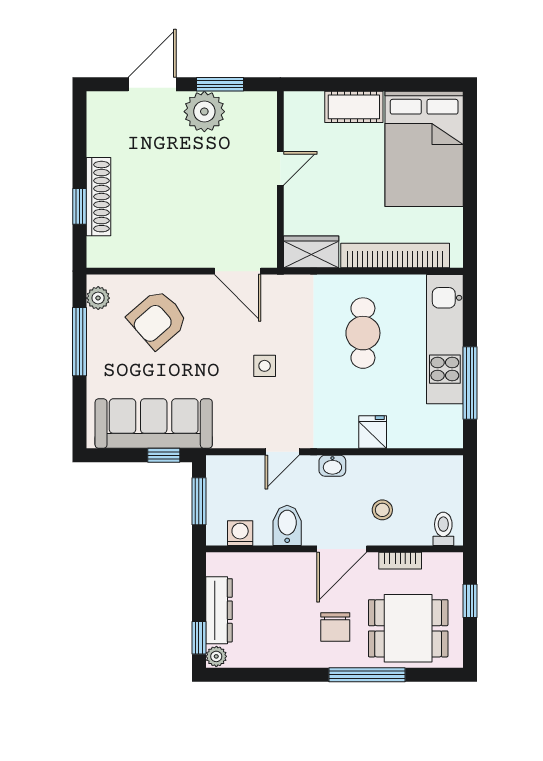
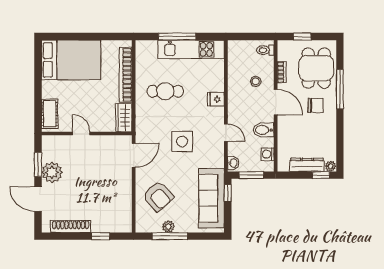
cot: (354, 107) -> (50, 114), moved
shoe rack: (99, 197) -> (71, 226), moved
plant: (98, 298) -> (168, 227), moved
kitchen unit: (445, 339) -> (191, 49), moved
side table: (265, 366) -> (182, 142), width x1.87, depth x1.87
window: (470, 383) -> (177, 36), moved
fridge: (373, 432) -> (216, 99), moved
washbasin: (332, 466) -> (233, 163), moved

